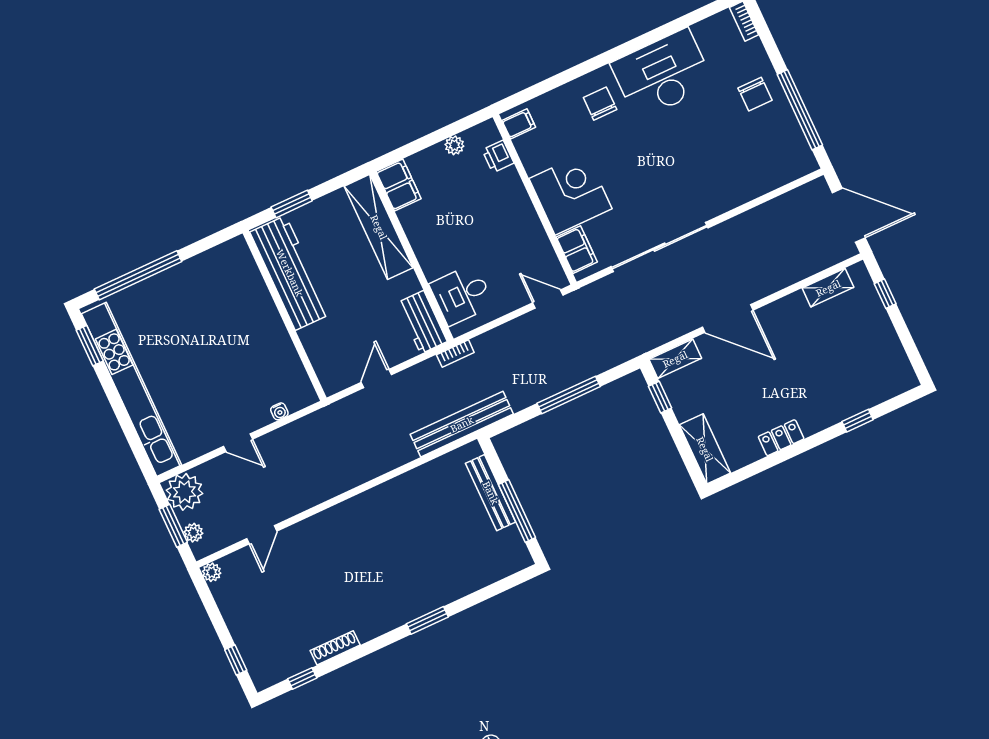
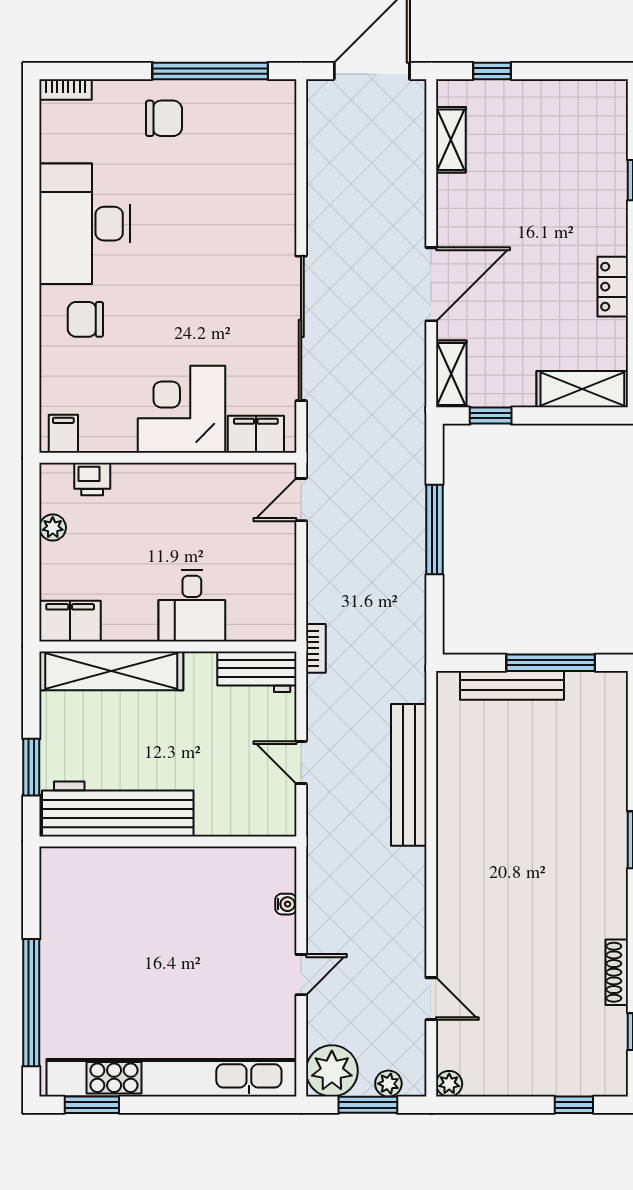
desk: (462, 295) -> (192, 606), moved
bench: (462, 424) -> (409, 775), moved

